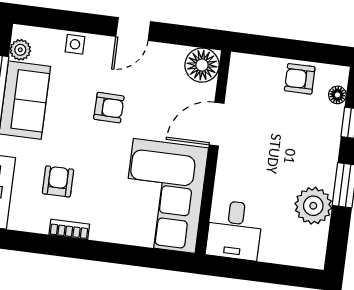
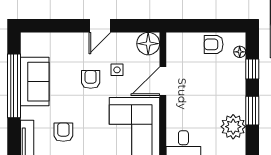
side table: (75, 44) -> (117, 70), moved
plant: (20, 50) -> (28, 49), removed
armchair: (109, 108) -> (91, 79), turned -91

